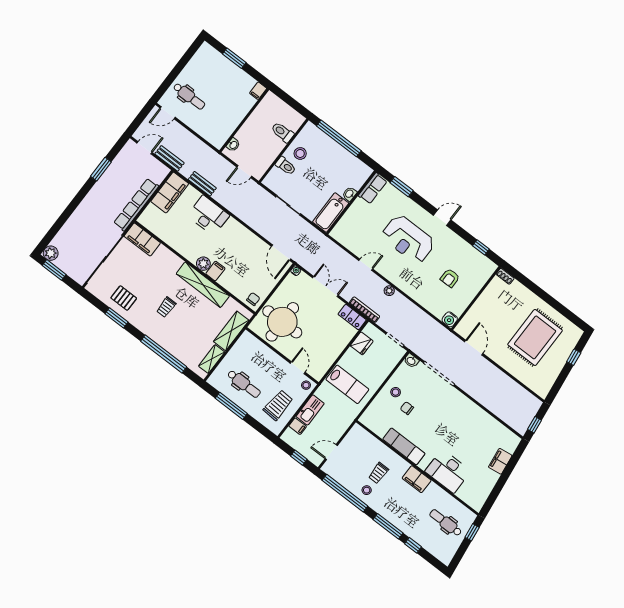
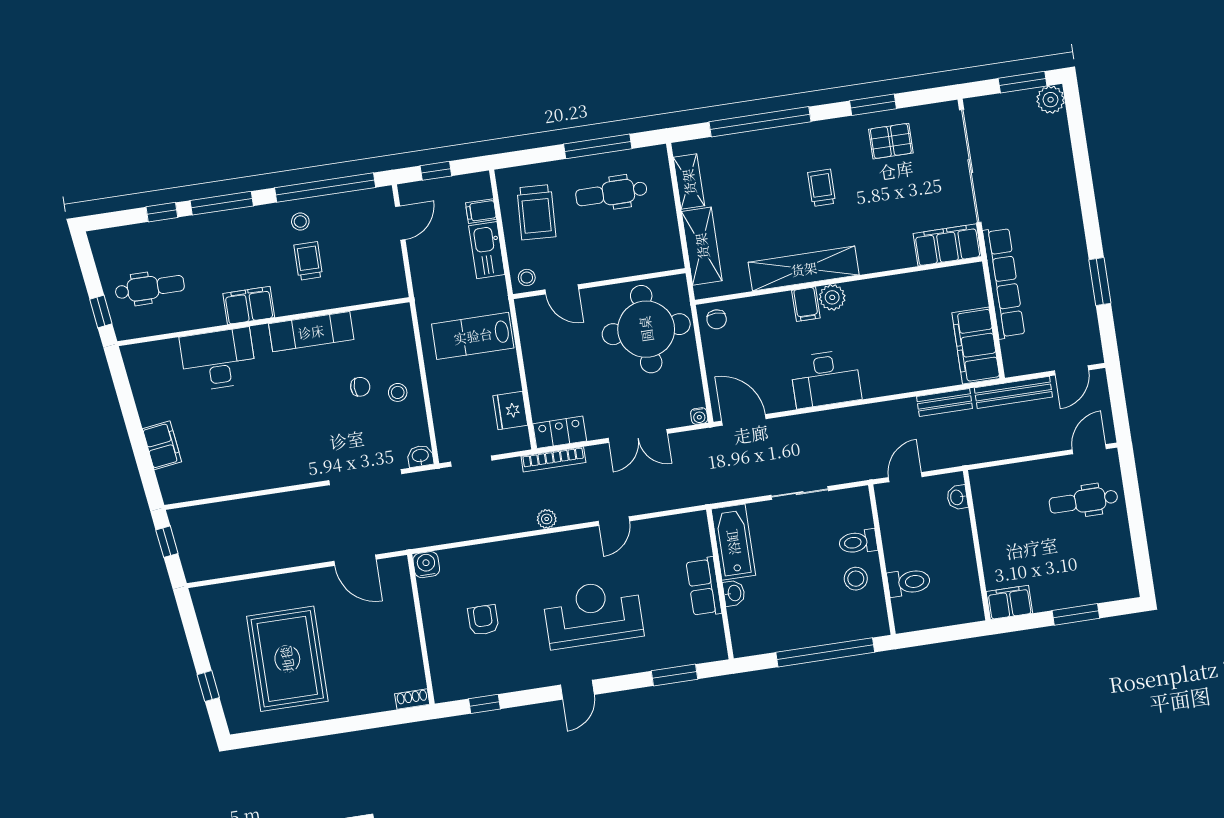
filing cabinet: (258, 91) -> (1009, 602), width x2.00
bench: (169, 158) -> (1013, 392), width x1.36
row of seats: (373, 188) -> (704, 587), moved
desk: (208, 215) -> (826, 379), moved

